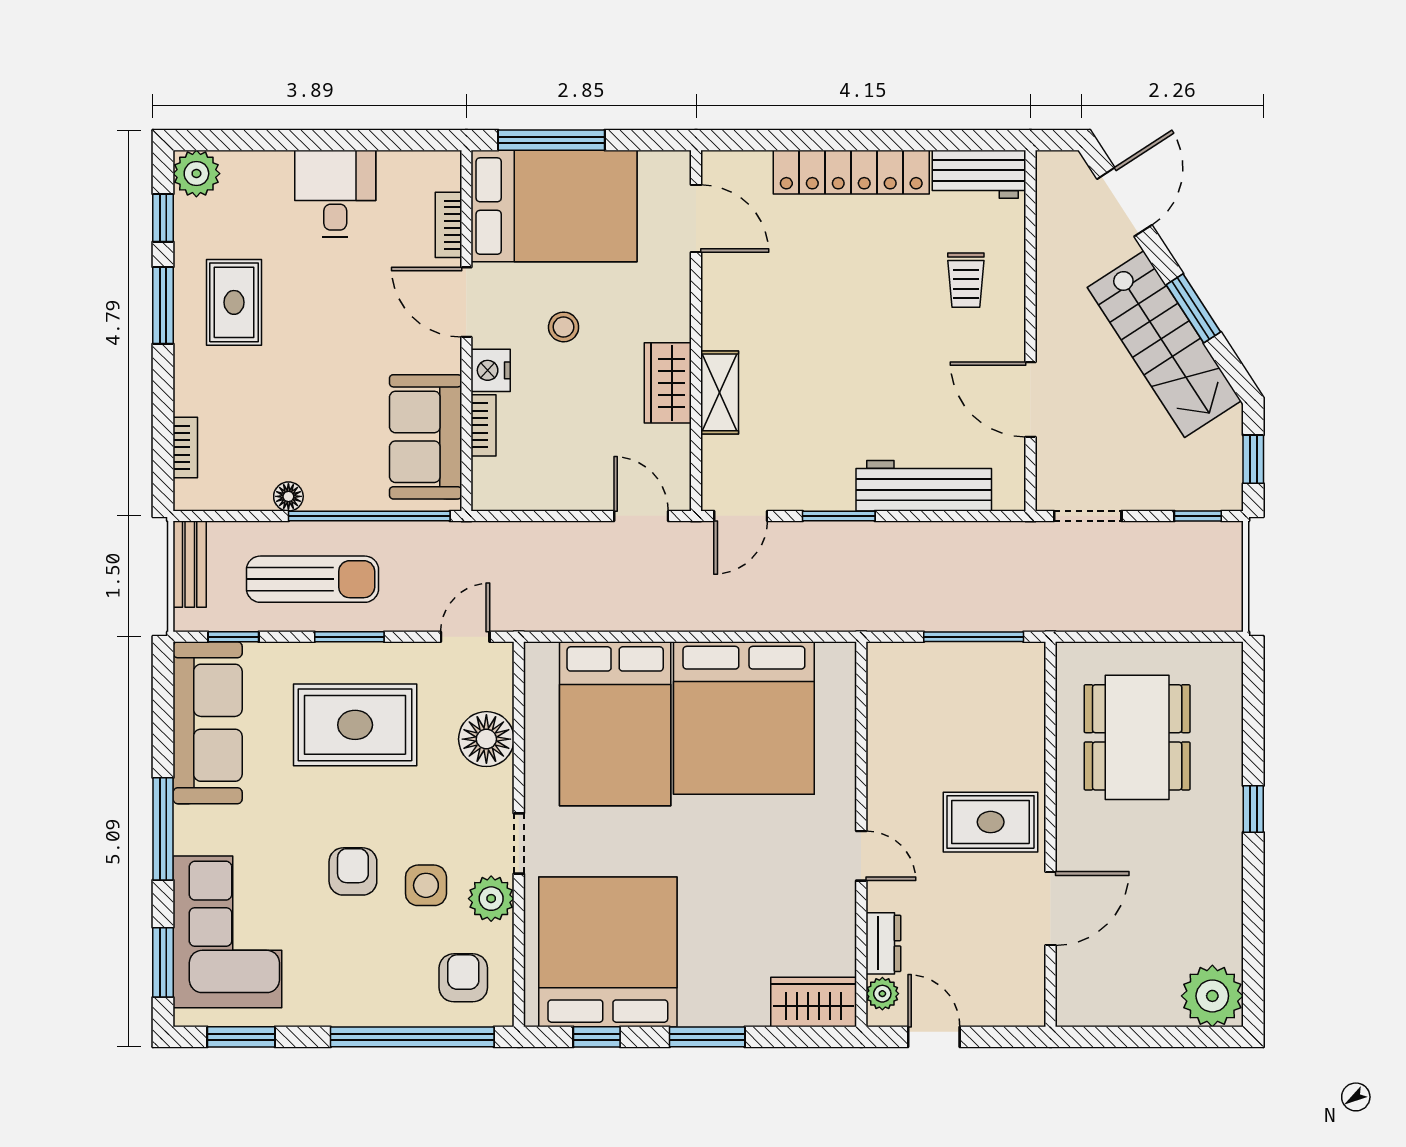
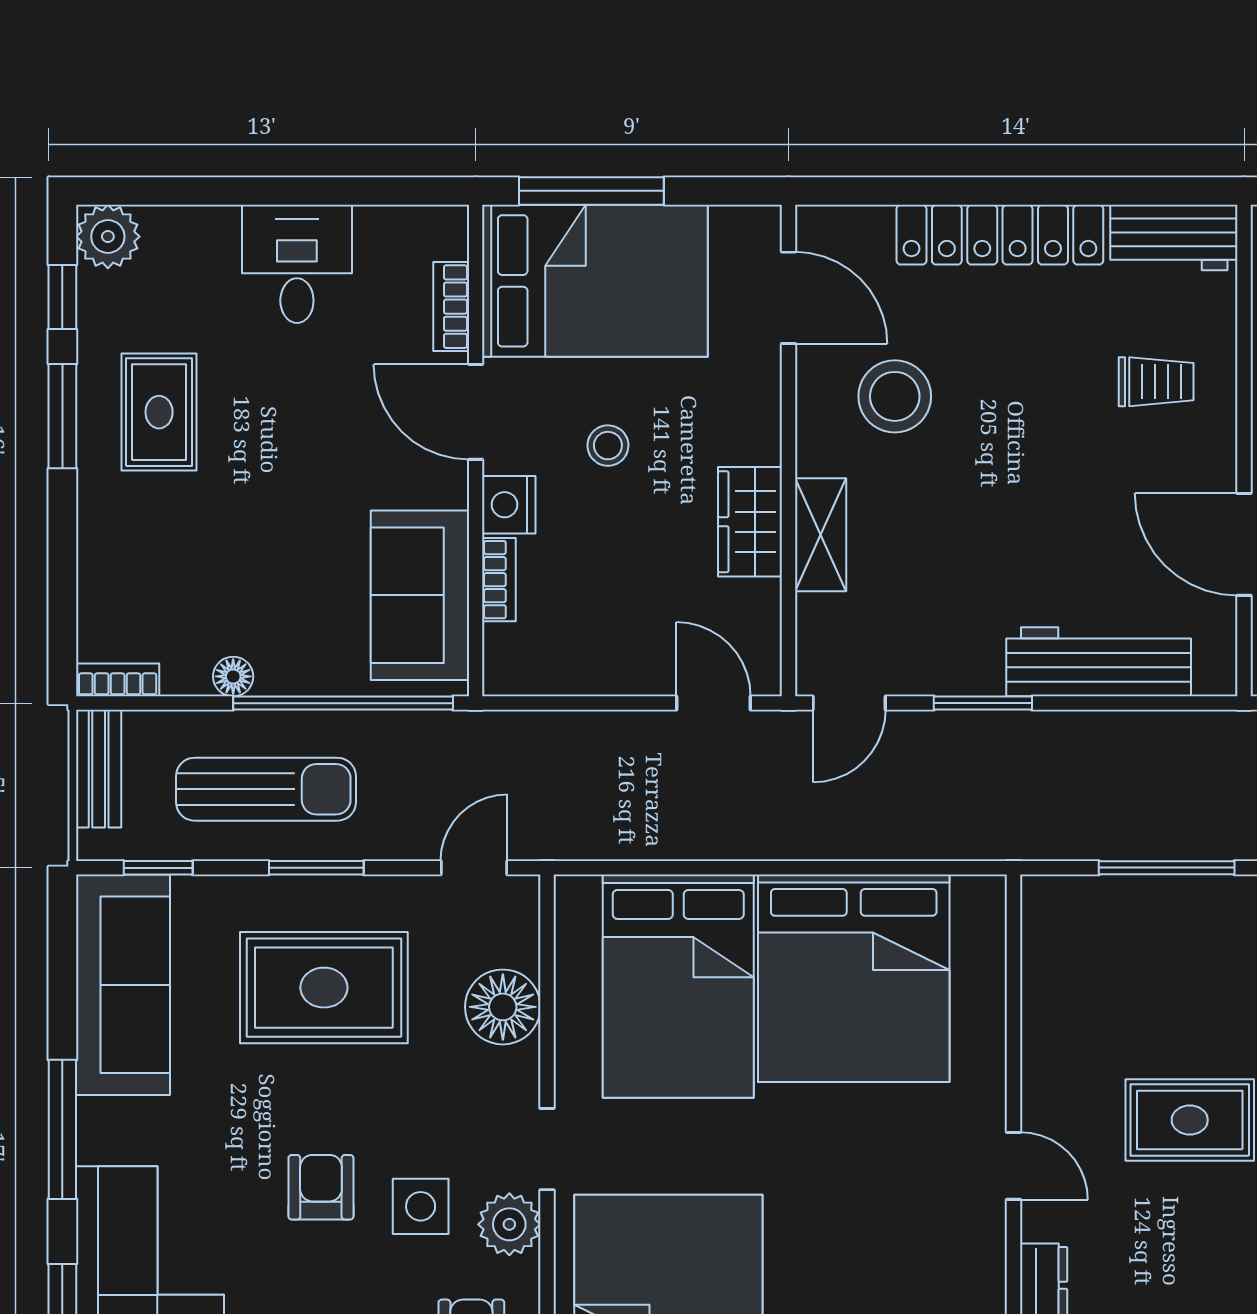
trolley: (966, 280) -> (1156, 382), turned -90
stool: (774, 291) -> (895, 396), added
bookcase: (185, 447) -> (118, 680), moved, turned -90

